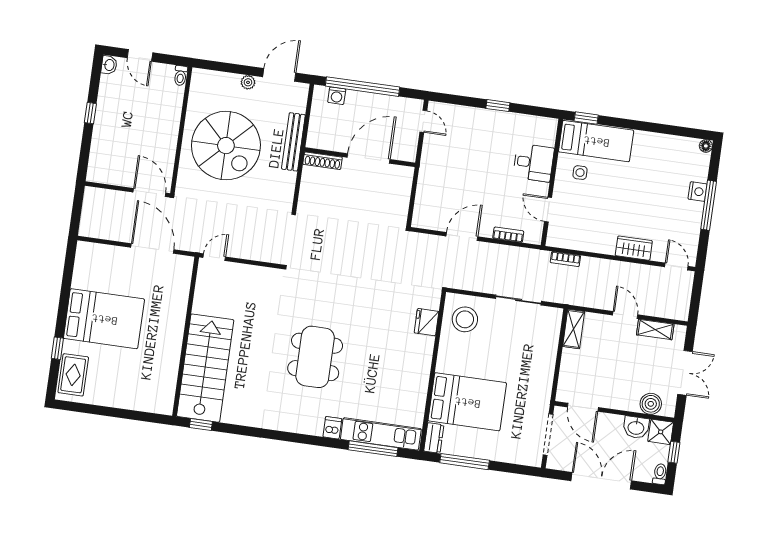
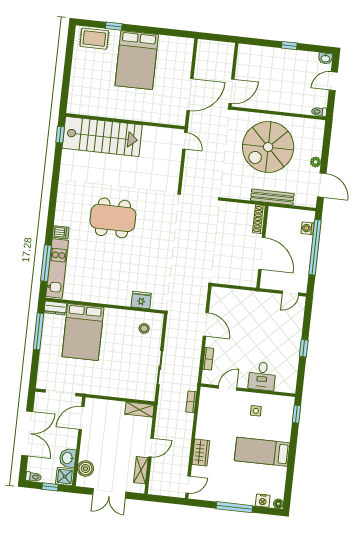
bed: (596, 141) -> (262, 452), moved, turned 90
nightstand: (698, 192) -> (263, 501), moved
stool: (465, 319) -> (144, 328), width x0.53, depth x0.53

